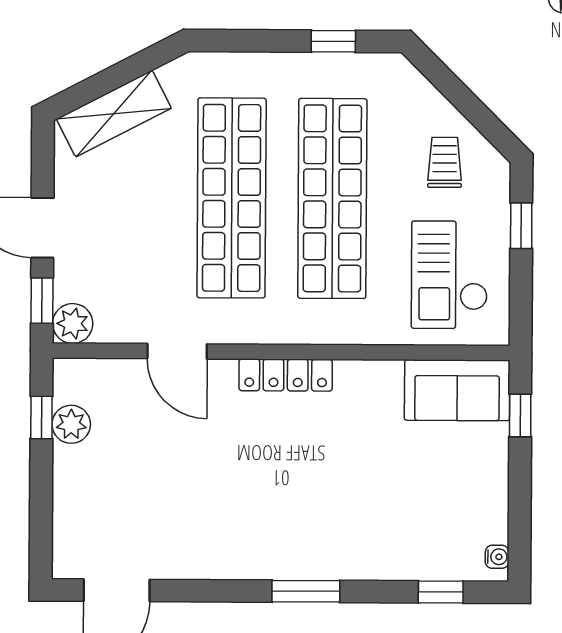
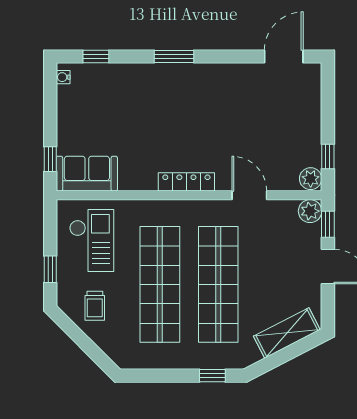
window: (333, 41) -> (212, 376), moved
plant: (71, 424) -> (311, 179), moved

